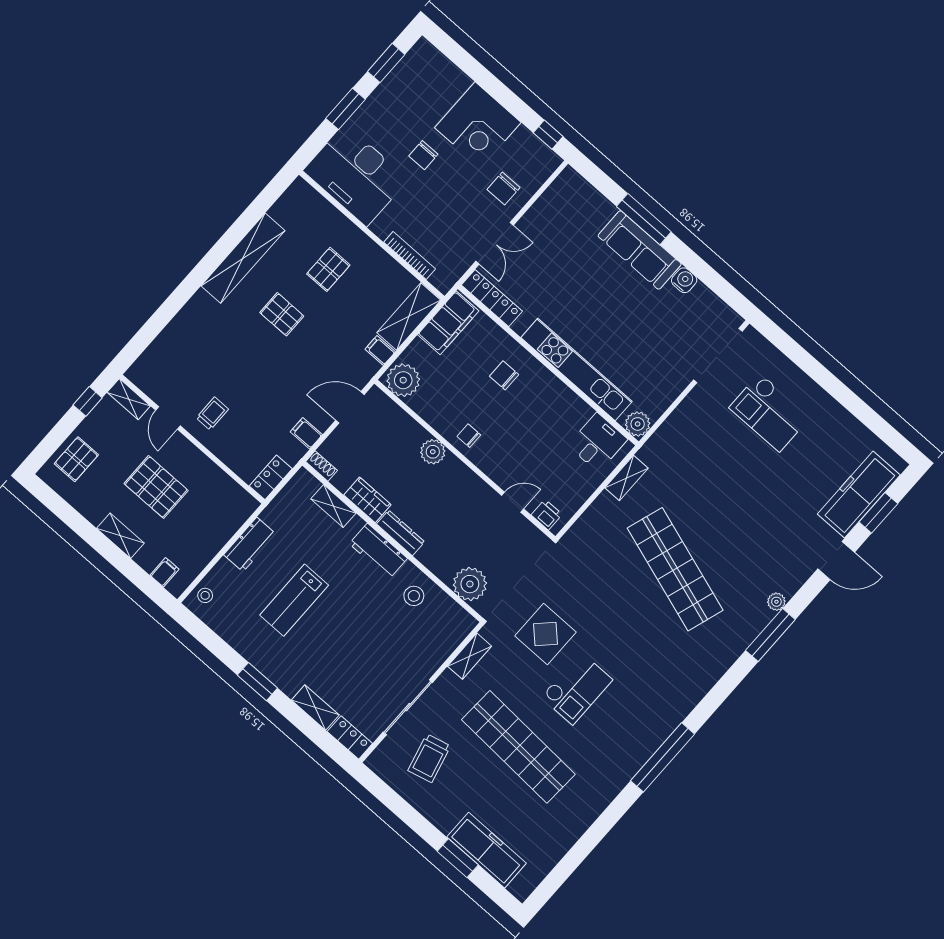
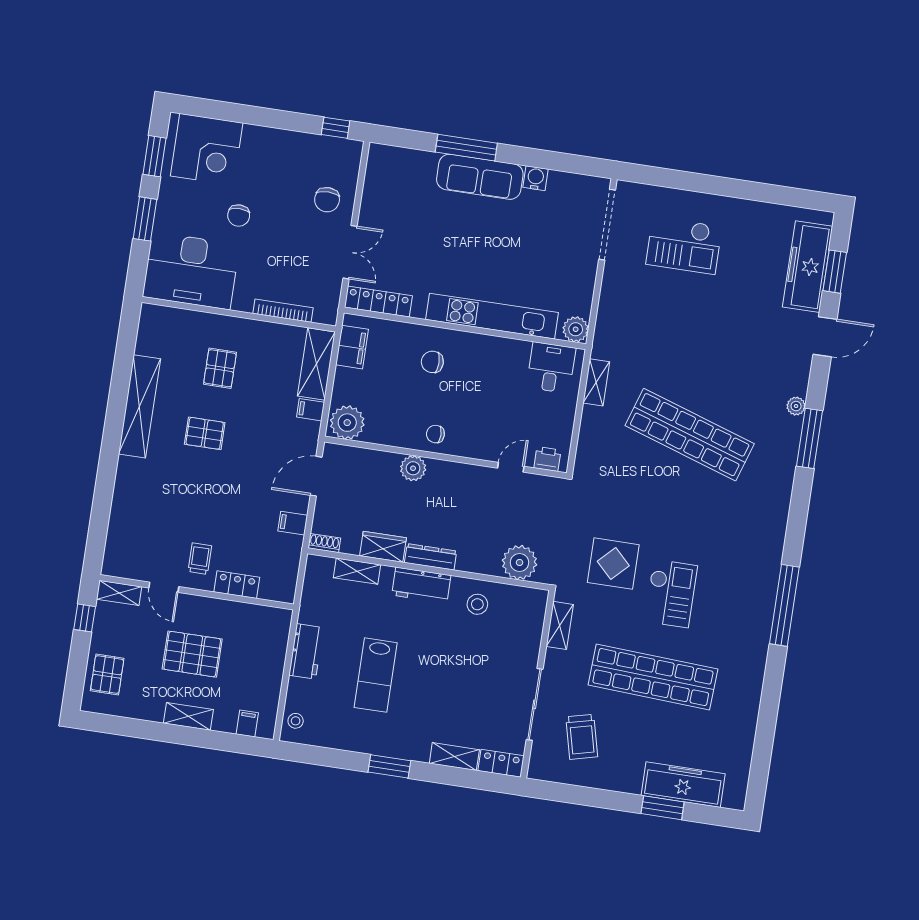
corner desk: (478, 125) -> (207, 149), moved
filing cabinet: (448, 323) -> (352, 347), width x0.67, depth x0.86
locker: (271, 477) -> (237, 585), moved, turned 90

